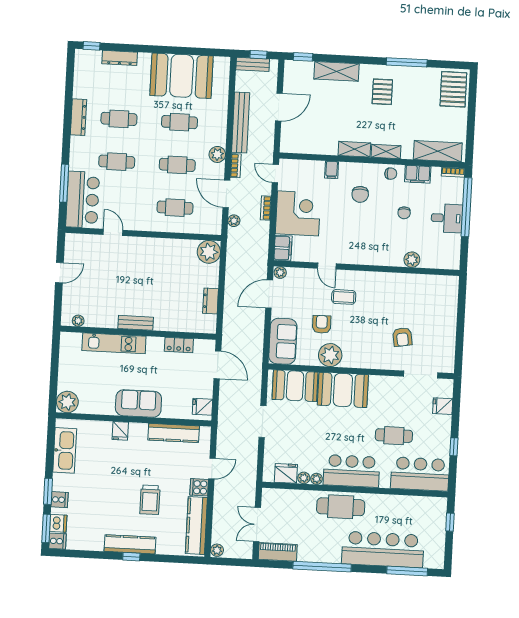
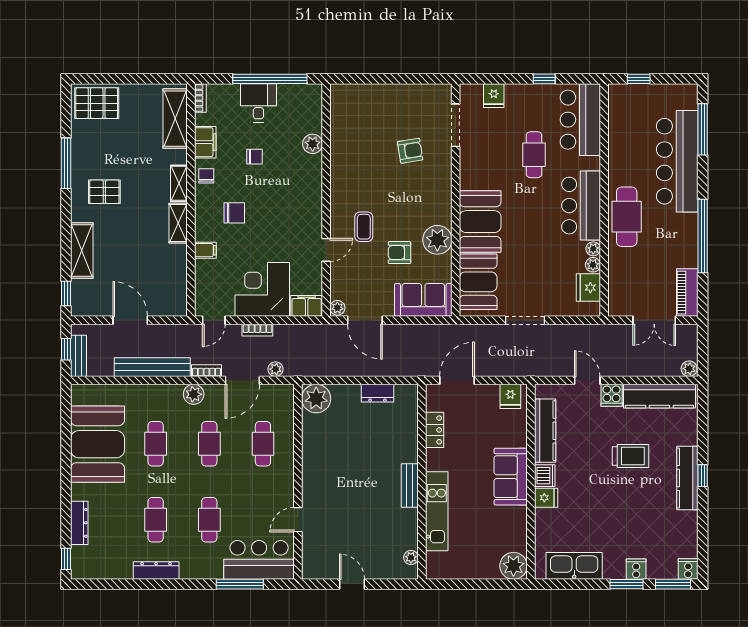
window: (466, 207) -> (270, 79), moved
dishwasher: (58, 523) -> (545, 476), moved, turned 90

